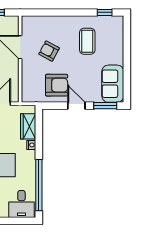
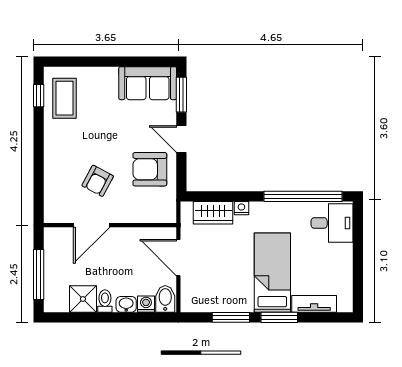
coffee table: (87, 41) -> (64, 98), moved, turned 90
armchair: (57, 85) -> (150, 169), turned -90
door: (76, 106) -> (181, 139), hinge flipped

